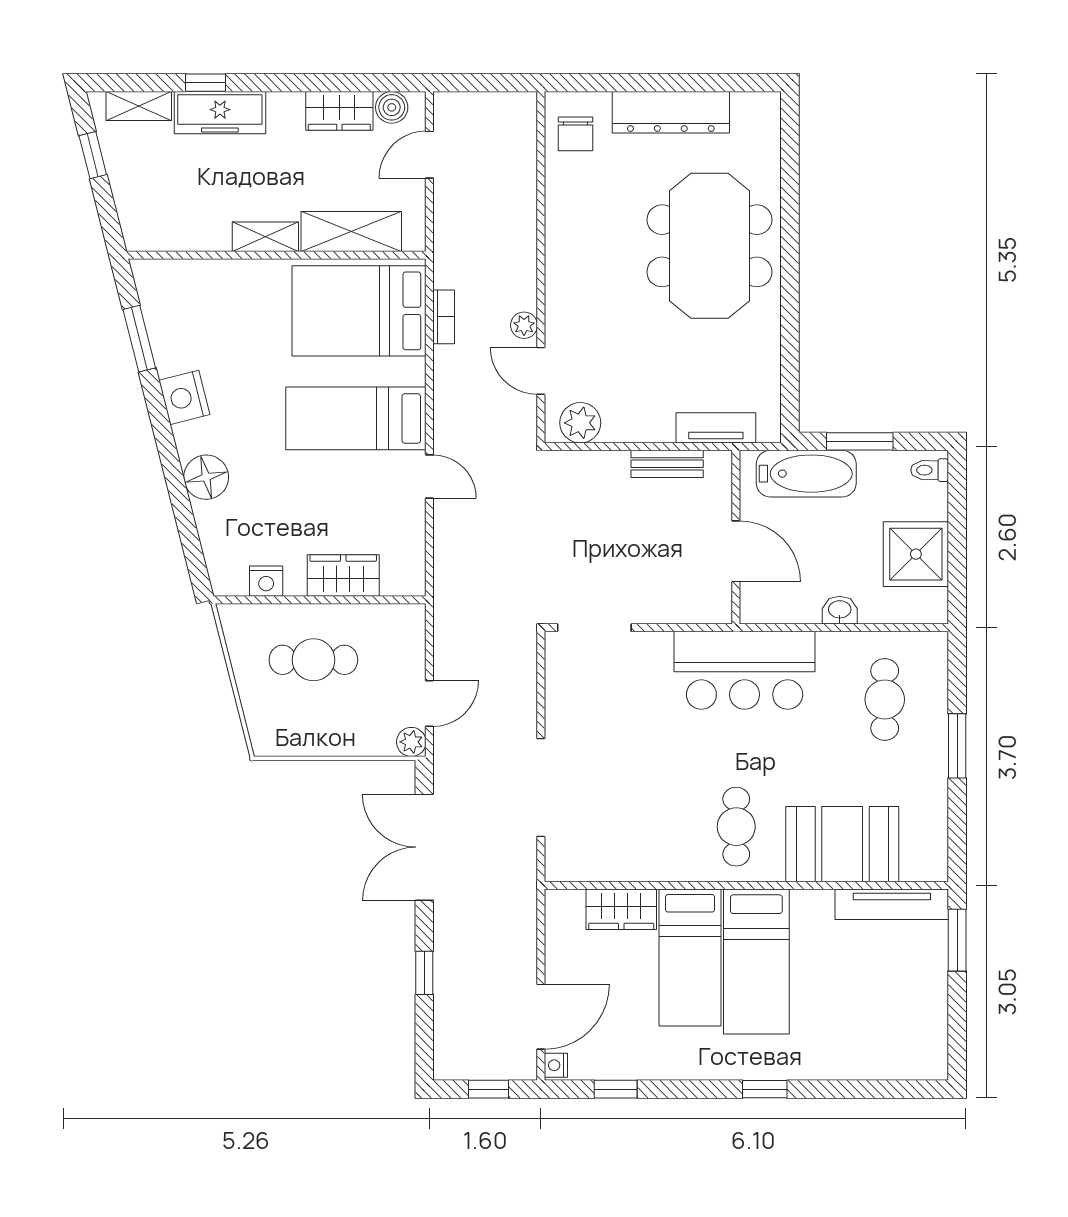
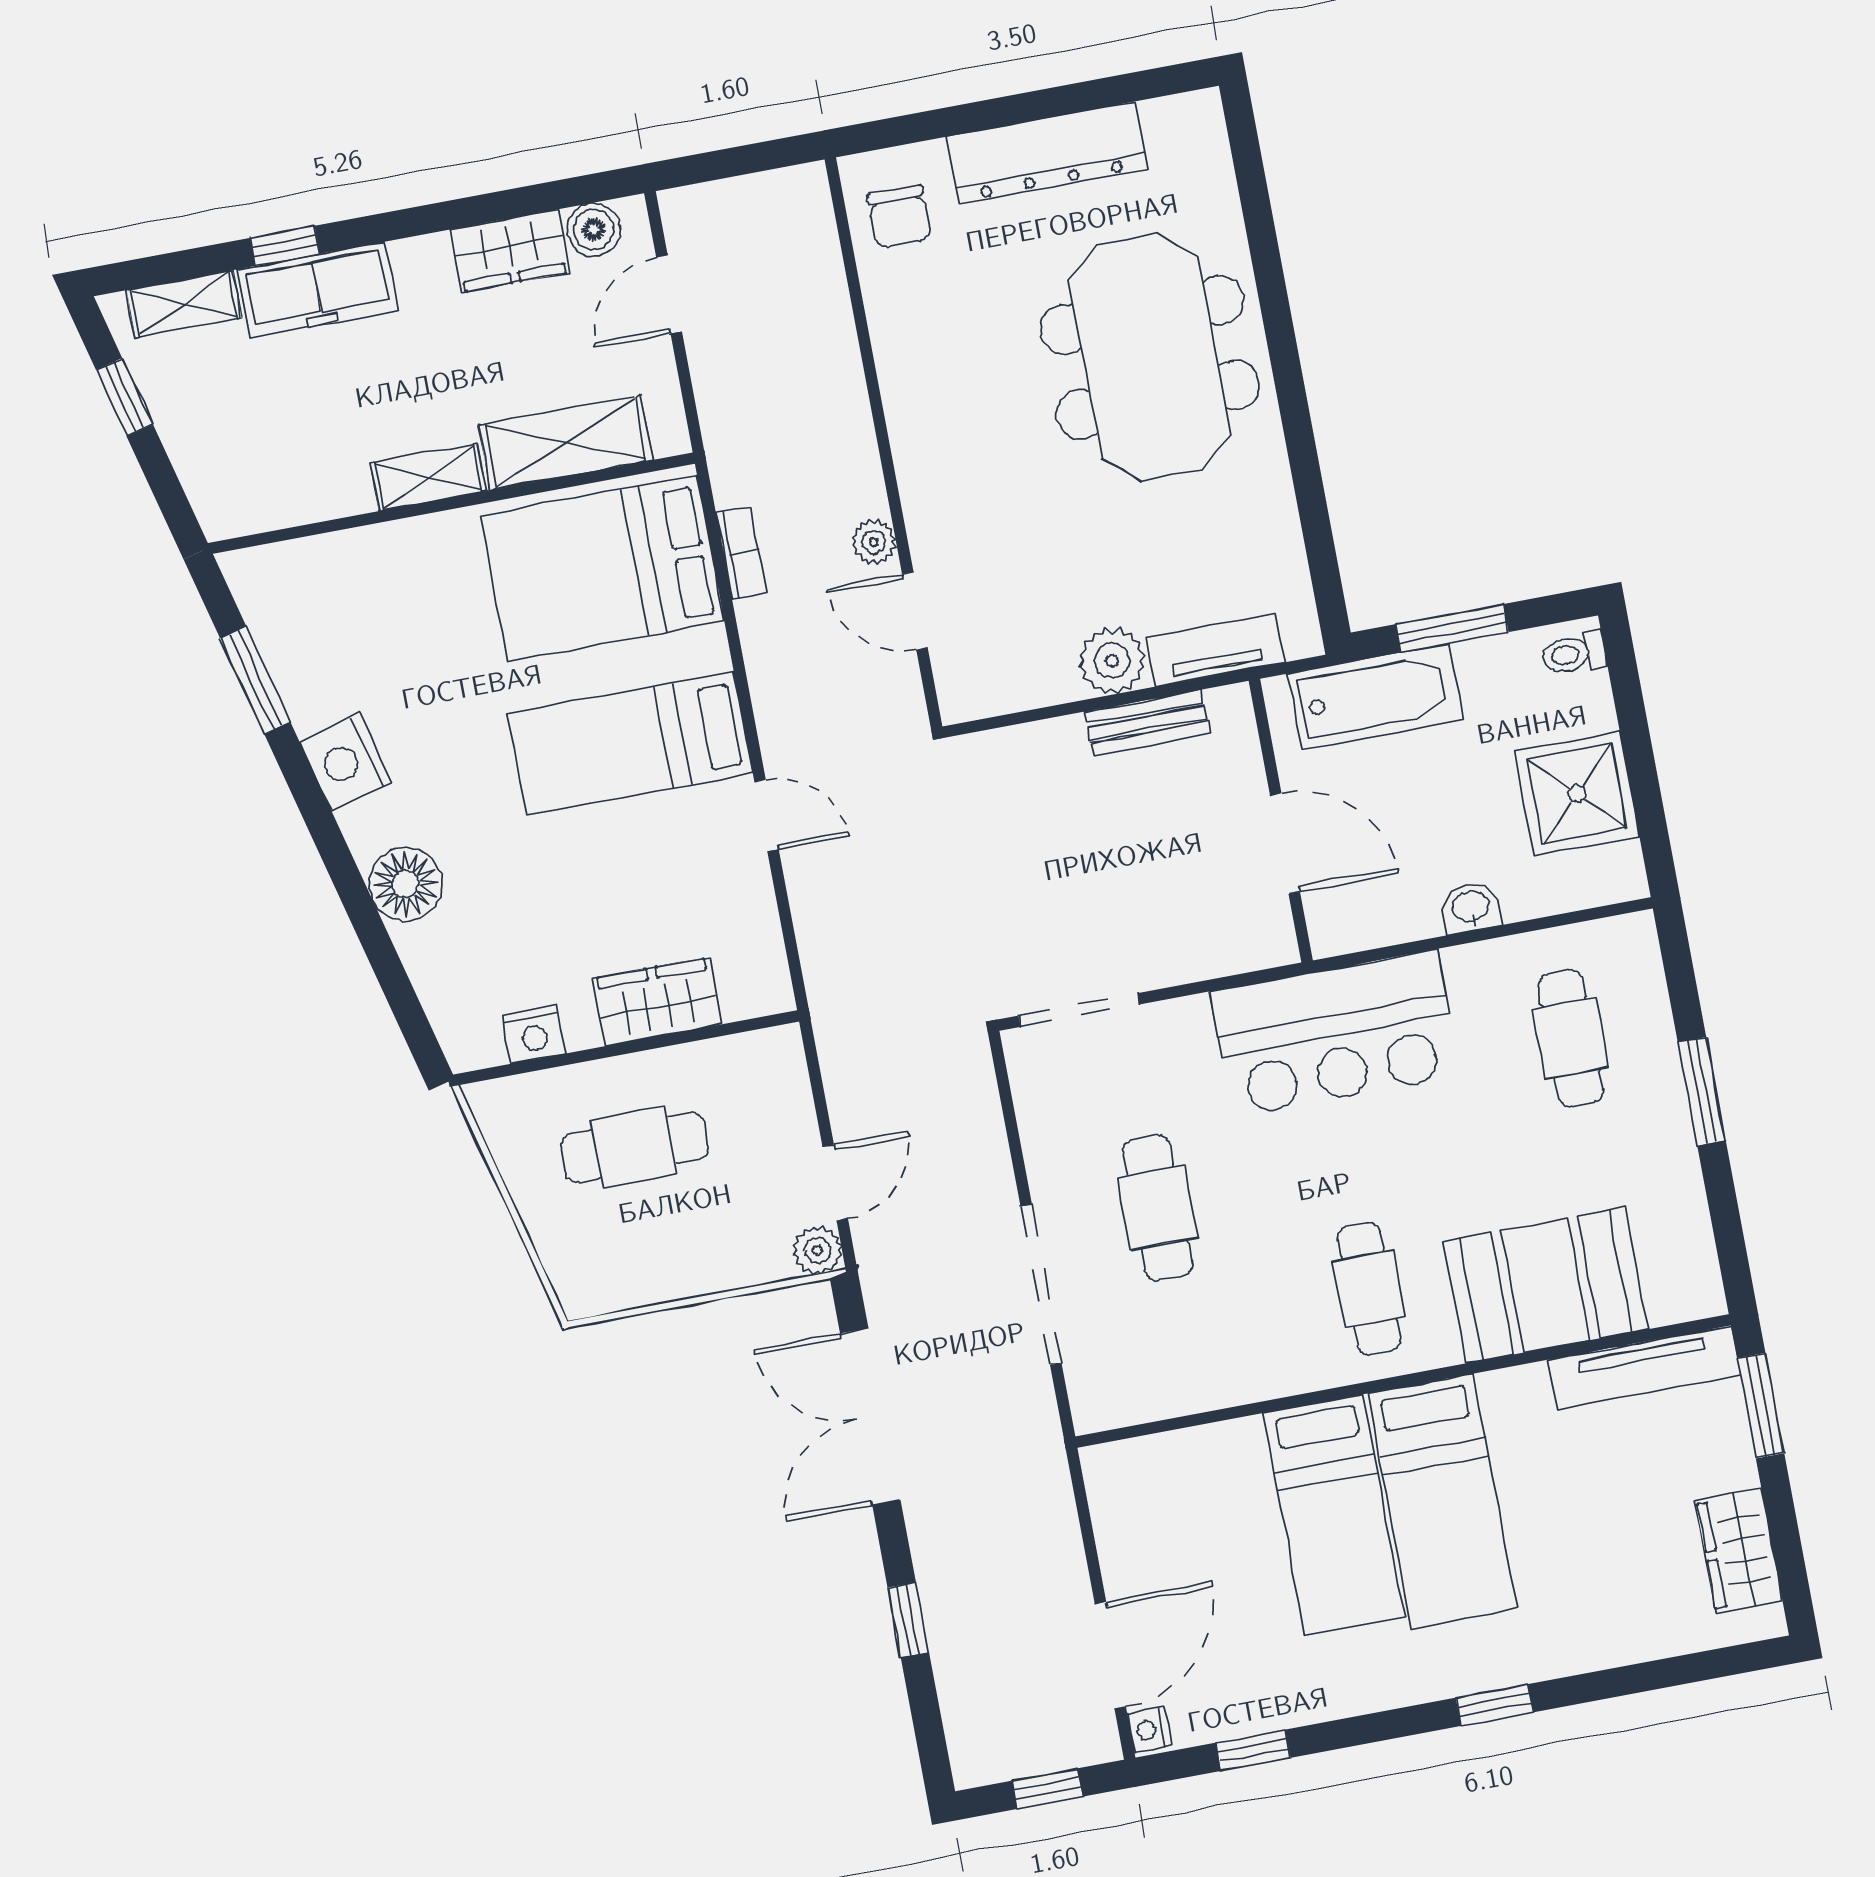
plant: (580, 423) -> (1112, 661), moved
cafe table: (619, 755) -> (1157, 1208), added
wardrobe: (621, 909) -> (1739, 1551), moved, turned 90

